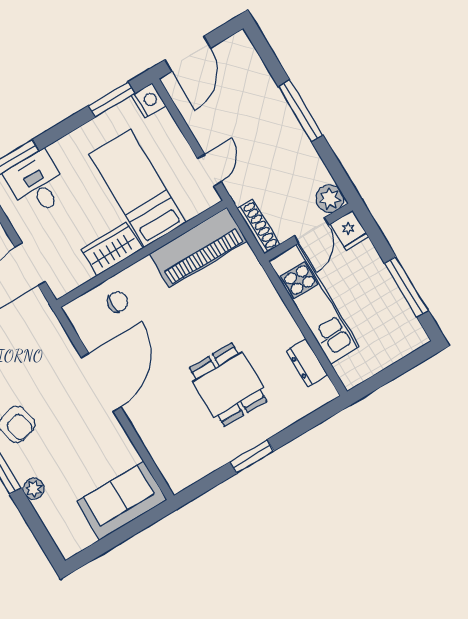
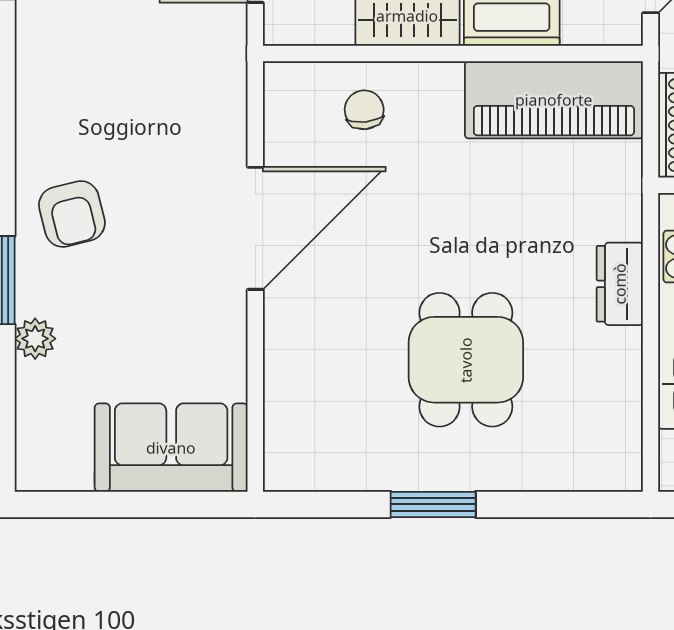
chair: (118, 302) -> (364, 110), turned -96
dresser: (307, 363) -> (620, 284), moved

